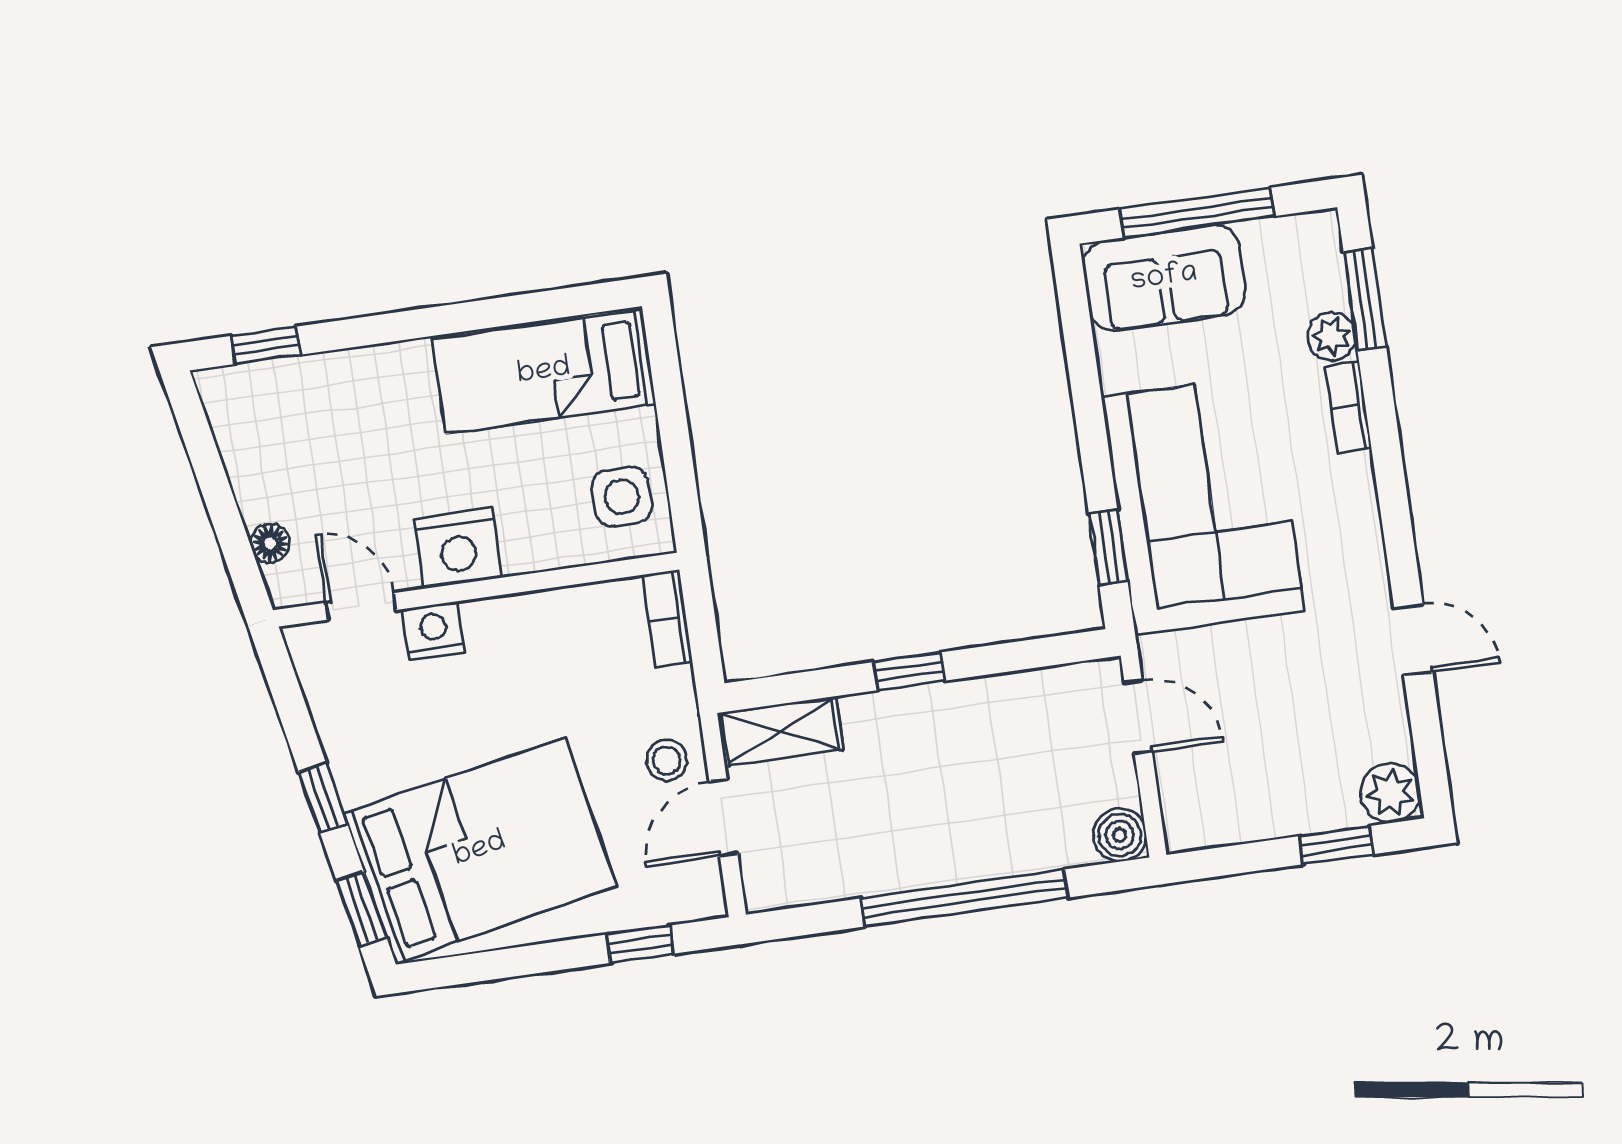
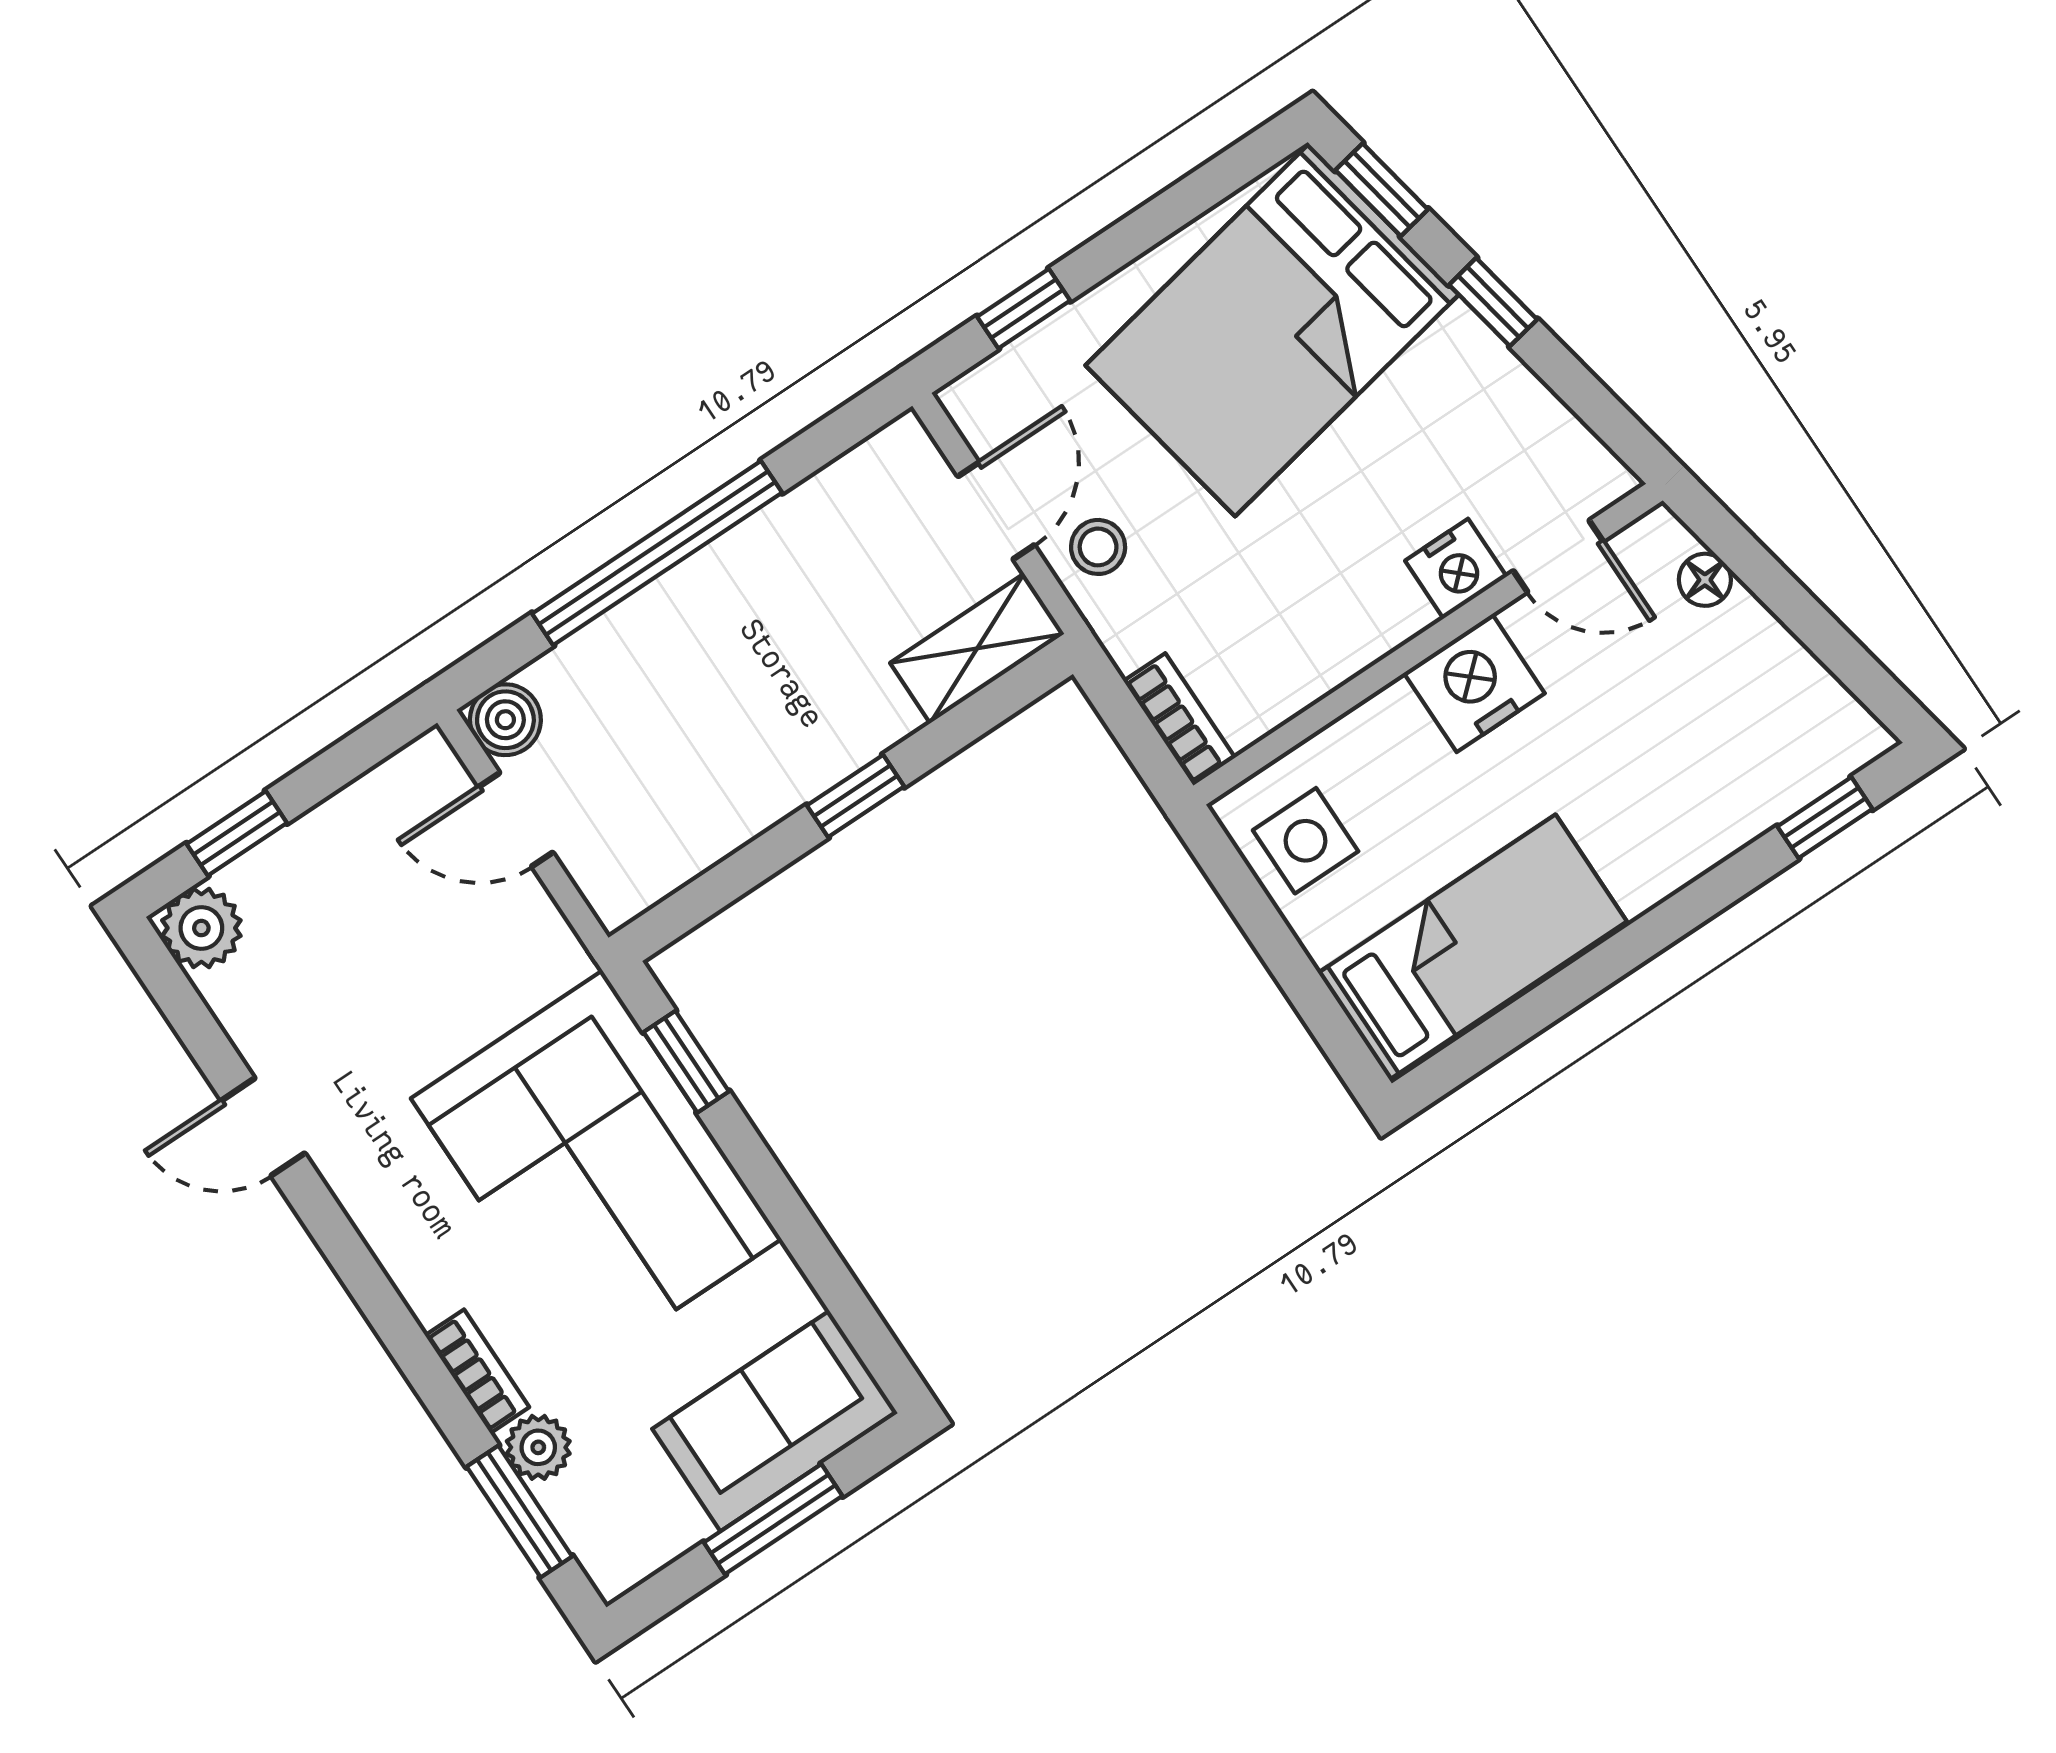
window: (1197, 213) -> (773, 1519), width x0.69
door: (1138, 717) -> (516, 820), moved

